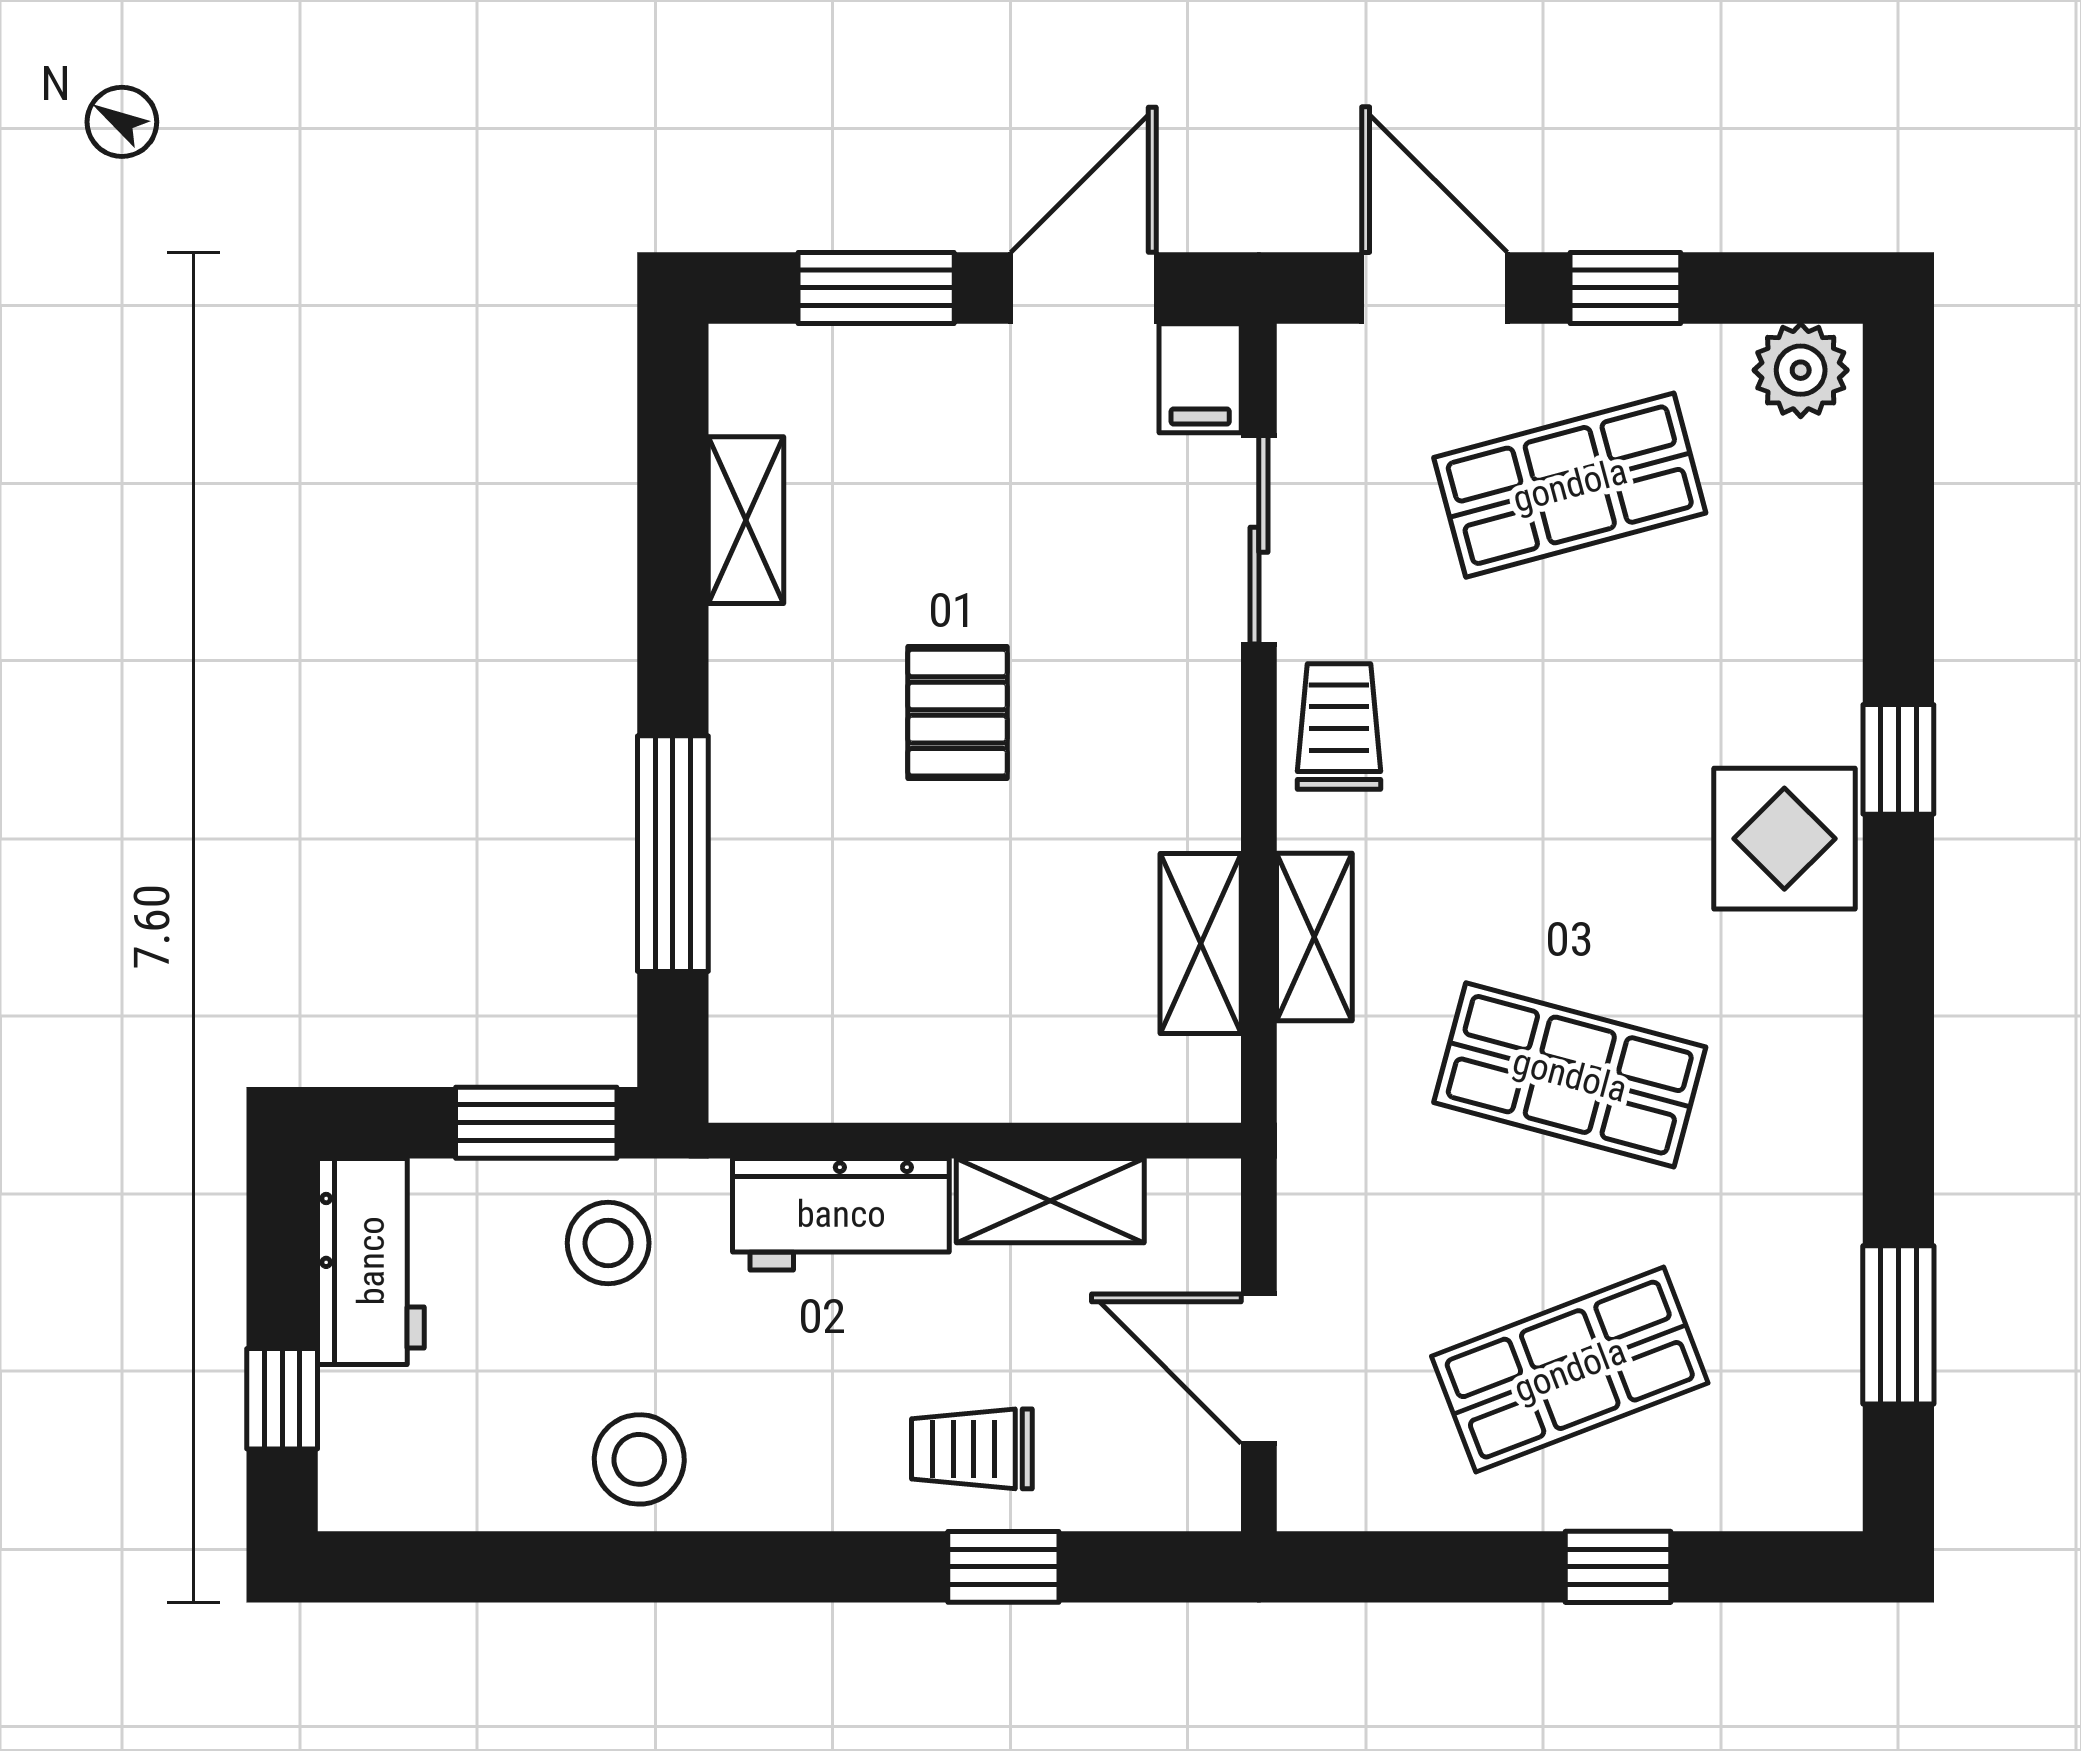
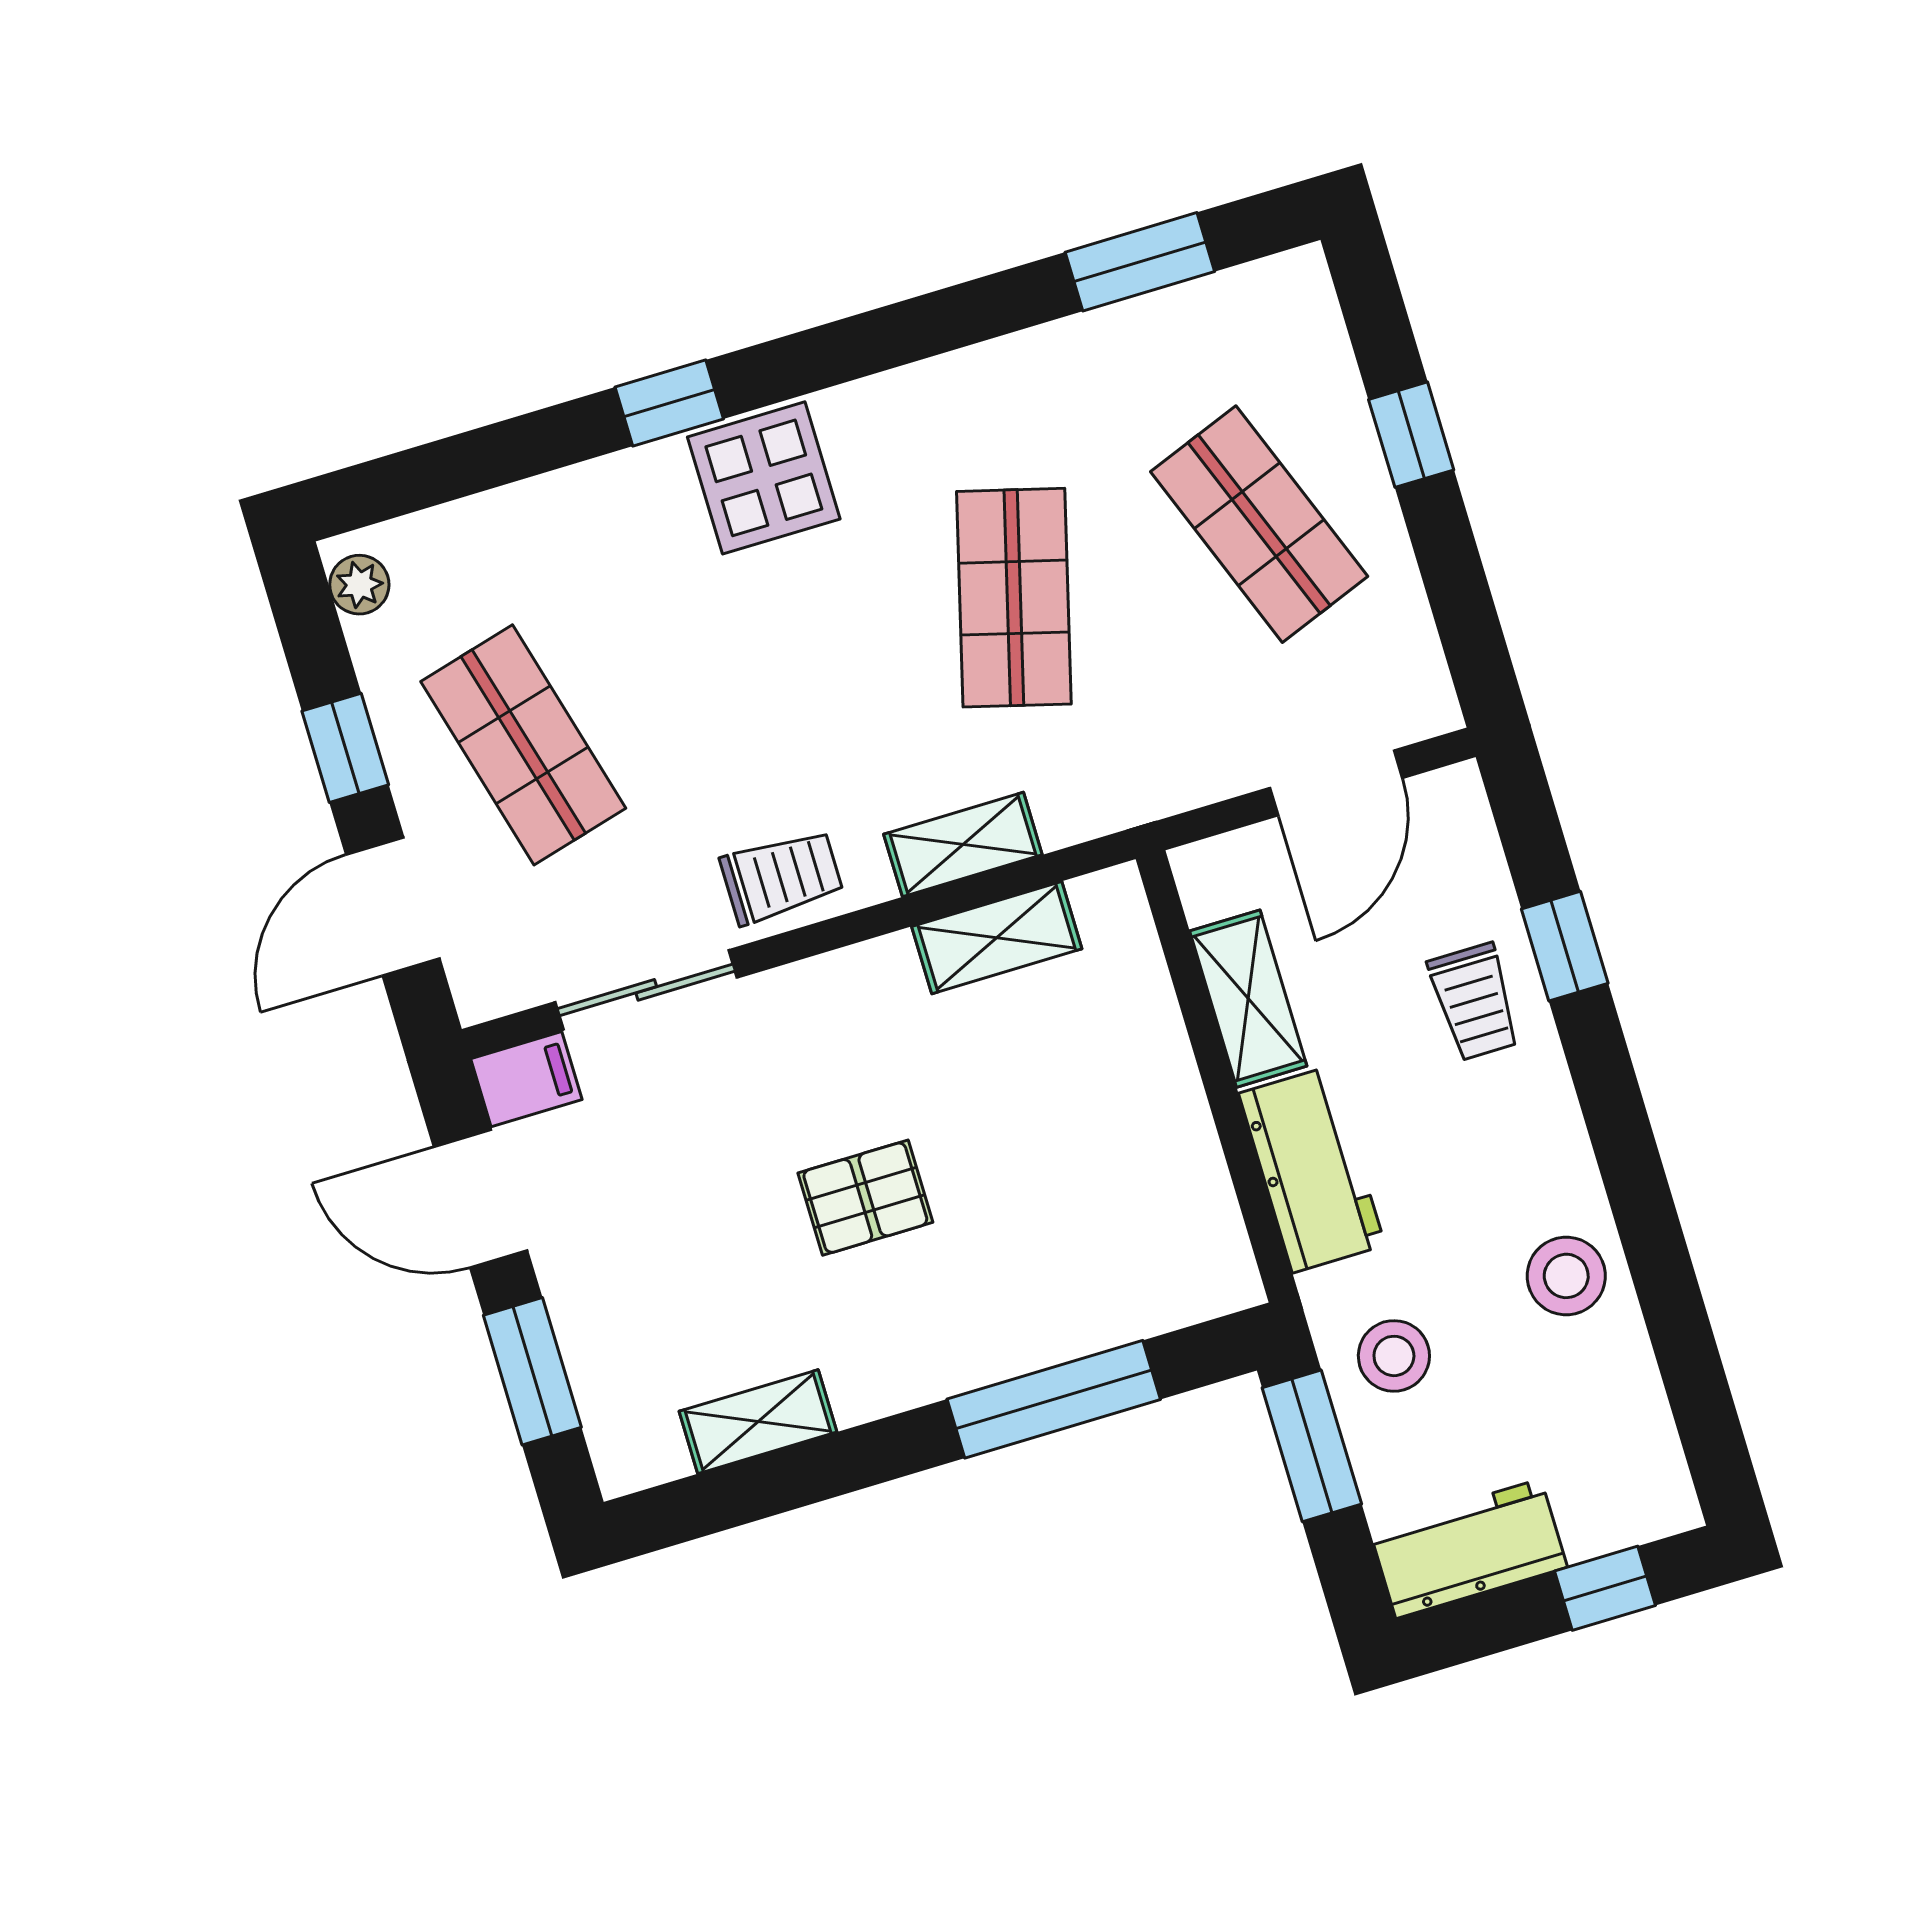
plant: (1801, 370) -> (359, 585), width x0.73, depth x0.73
trolley: (1339, 726) -> (782, 877), turned 180

